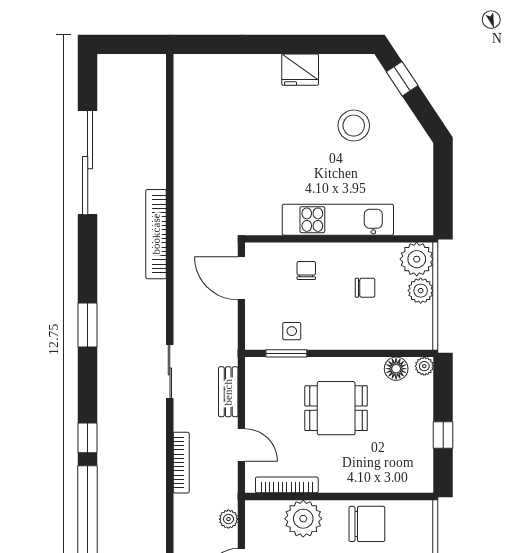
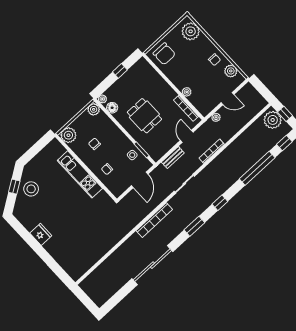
window: (402, 79) -> (14, 187), moved
stool: (354, 126) -> (31, 189), moved
sliding door: (88, 163) -> (152, 265), moved
bookcase: (156, 234) -> (154, 220), moved
door: (241, 278) -> (140, 180), moved
plant: (421, 291) -> (94, 109), moved
window: (88, 438) -> (220, 203), moved
plant: (303, 519) -> (187, 92), width x0.53, depth x0.53
chair: (367, 524) -> (164, 54), moved, turned 180

